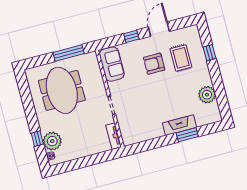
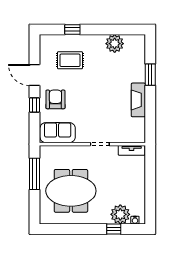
armchair: (154, 64) -> (55, 99), moved, turned 180
fireplace: (179, 125) -> (138, 100), moved

